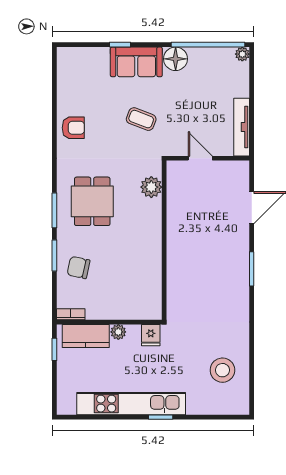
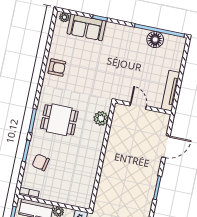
plant: (242, 54) -> (64, 17), moved
floor lamp: (176, 59) -> (155, 40), moved
sofa: (136, 62) -> (87, 27), moved
coffee table: (141, 119) -> (104, 71), removed
dining table: (92, 201) -> (59, 120), turned 90

